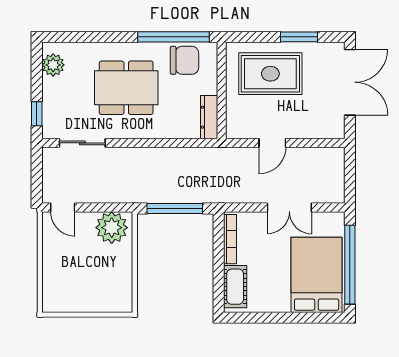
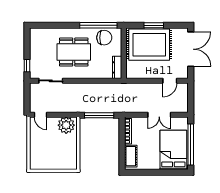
window: (299, 37) -> (154, 25), moved
plant: (53, 65) -> (36, 40), removed
rug: (270, 74) -> (149, 45), width x1.37, depth x1.44
door: (272, 143) -> (170, 81), moved

